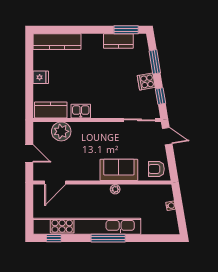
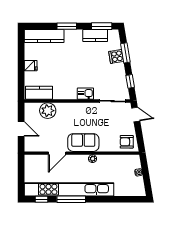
window: (84, 30) -> (67, 26), added
cooker: (146, 82) -> (116, 56), moved
kitchen sink: (81, 111) -> (85, 94), moved
sofa: (119, 170) -> (83, 143), moved
door: (55, 183) -> (57, 153), moved
window: (108, 238) -> (71, 199), moved

